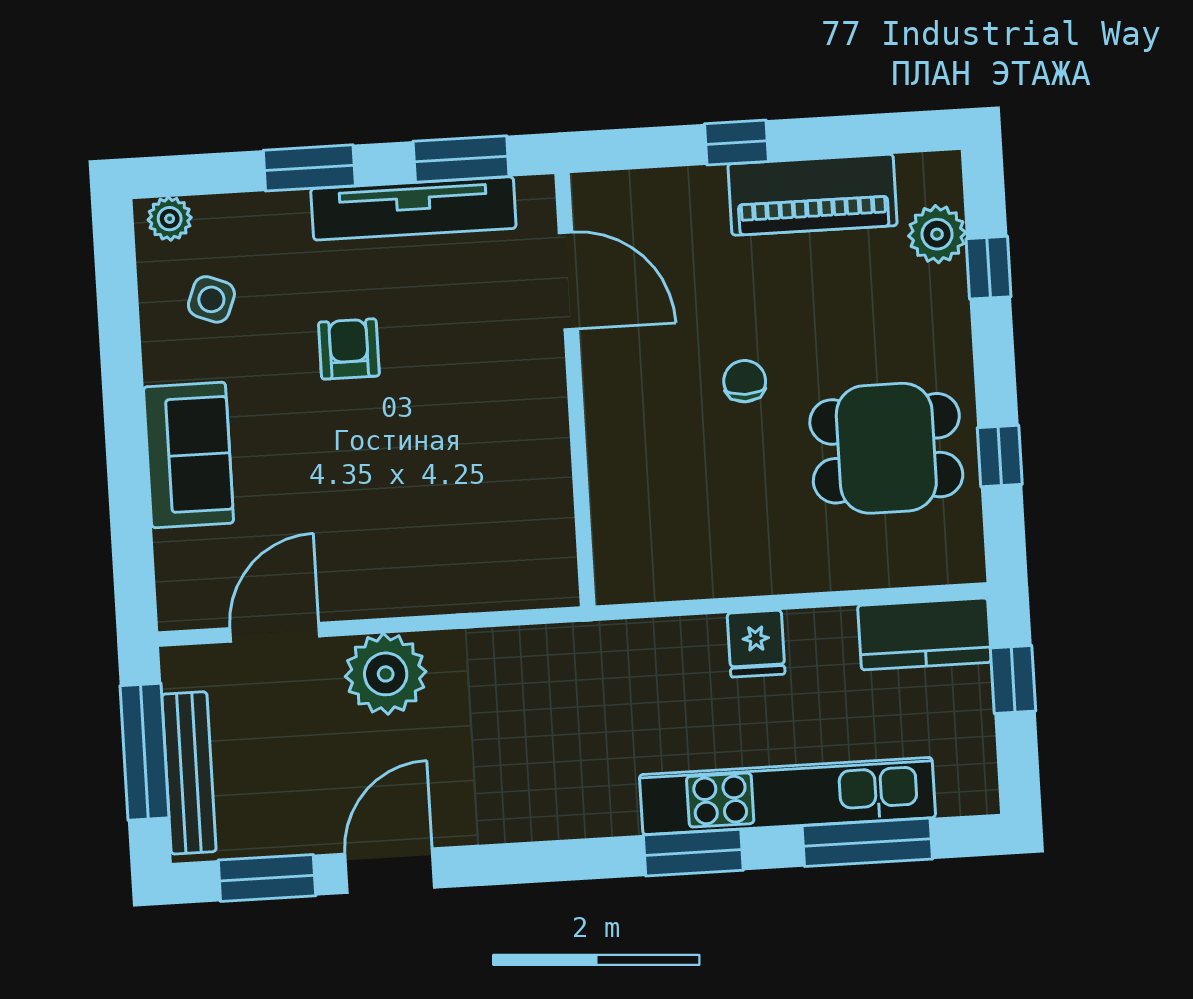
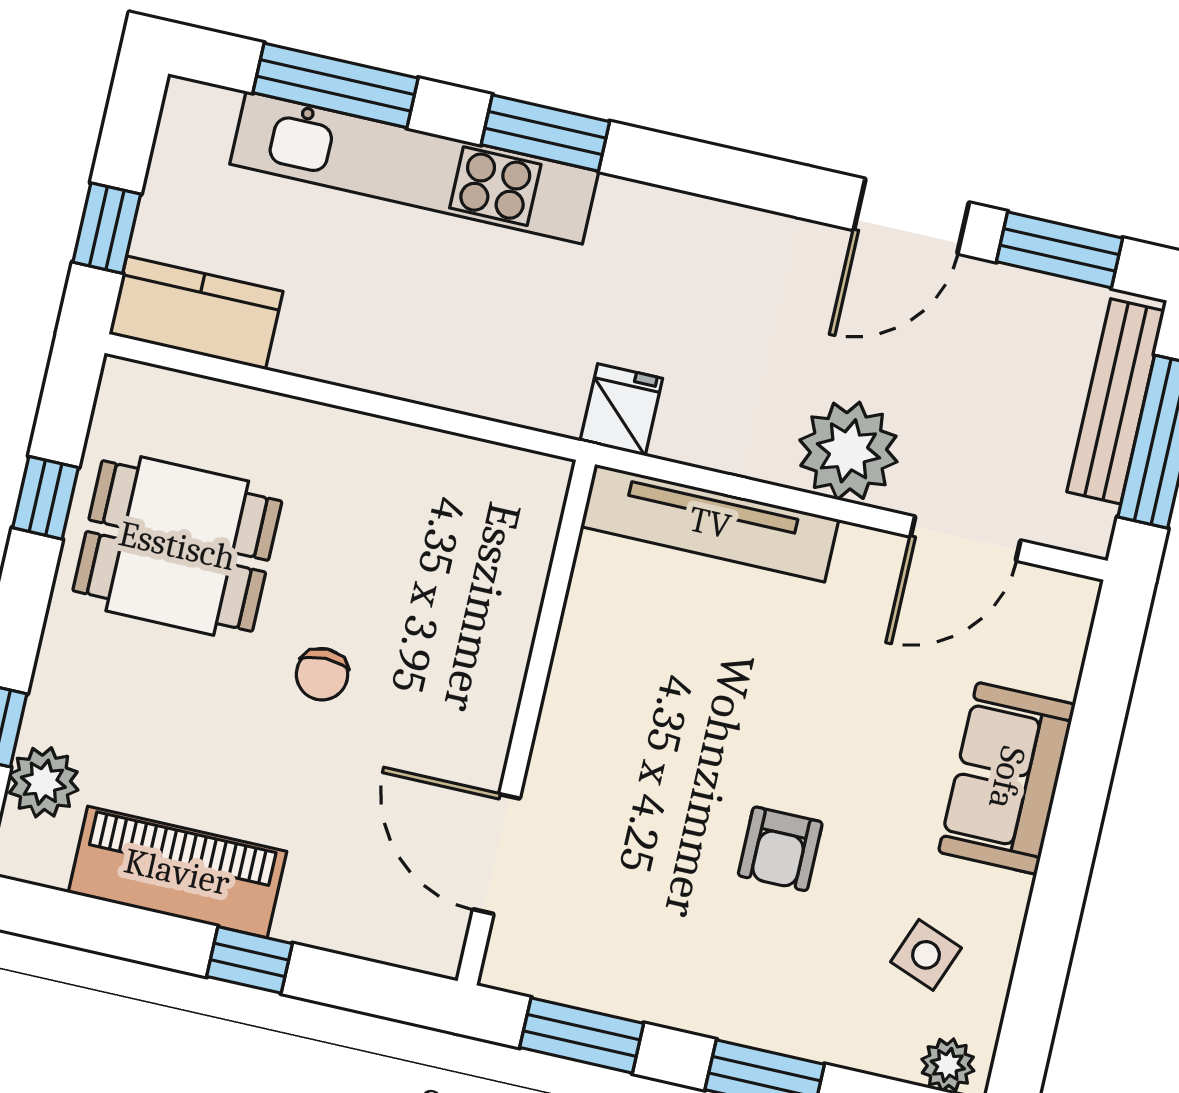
tv unit: (413, 208) -> (710, 523), moved, turned 180
fridge: (756, 644) -> (621, 410), moved

